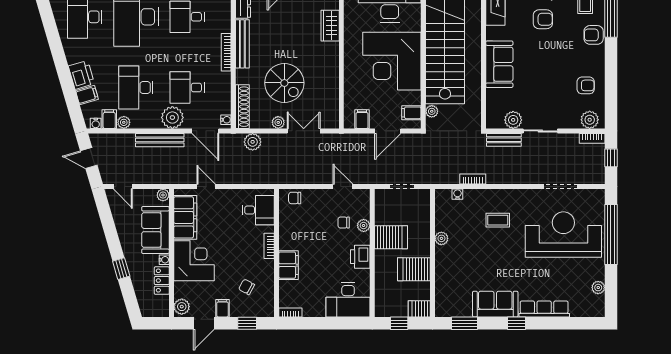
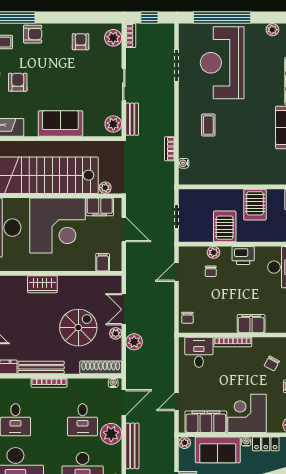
wardrobe: (330, 26) -> (42, 284), moved
armchair: (594, 35) -> (33, 34), turned -90
filing cabinet: (411, 113) -> (100, 207), width x2.00
filing cabinet: (362, 119) -> (103, 262), moved, turned 90
plant: (513, 120) -> (113, 124), moved
plant: (253, 142) -> (134, 342), moved
plant: (441, 238) -> (226, 178), removed
bookcase: (269, 246) -> (233, 342), width x1.56

